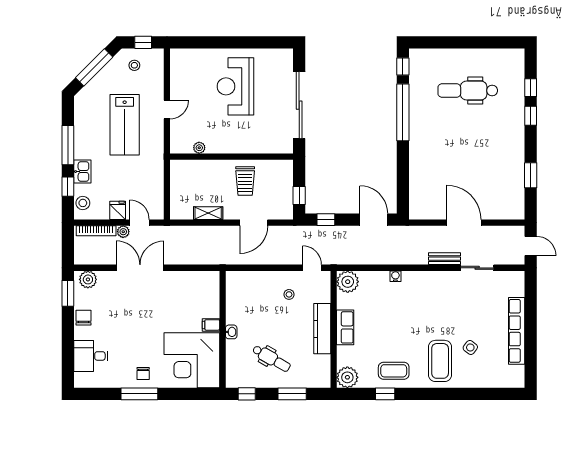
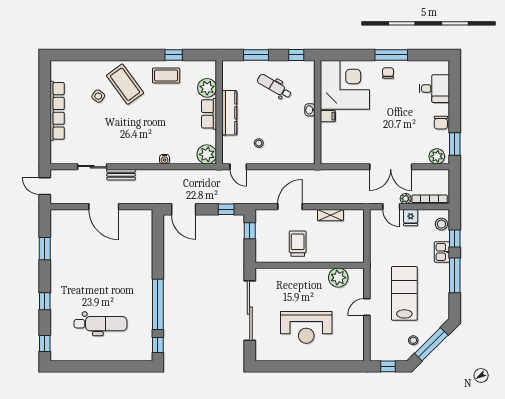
stool: (134, 65) -> (413, 340), moved
reception desk: (235, 86) -> (306, 327), turned 90
window: (531, 88) -> (45, 343), moved
plant: (199, 148) -> (338, 278), width x1.88, depth x1.88
coffee table: (440, 361) -> (125, 84), turned -36
plant: (347, 377) -> (207, 88), moved

